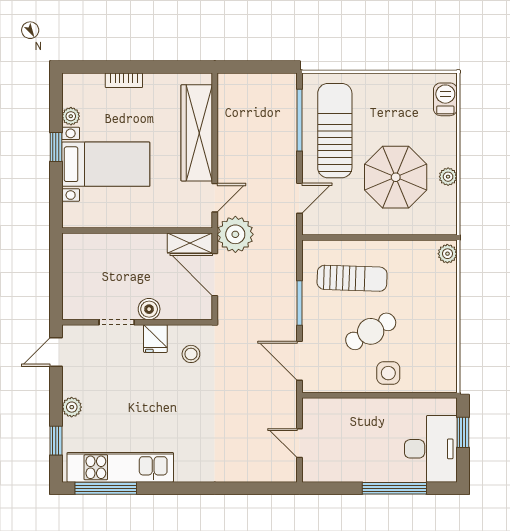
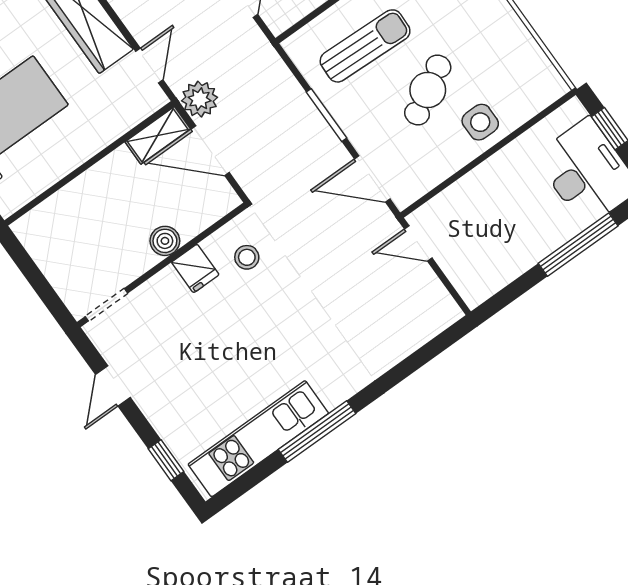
plant: (235, 234) -> (200, 99), width x0.73, depth x0.73
doorway: (117, 322) -> (106, 305), moved
door: (56, 352) -> (113, 386), moved
plant: (72, 407) -> (157, 410), removed
door: (299, 443) -> (418, 243), moved
window: (106, 488) -> (317, 432), moved

